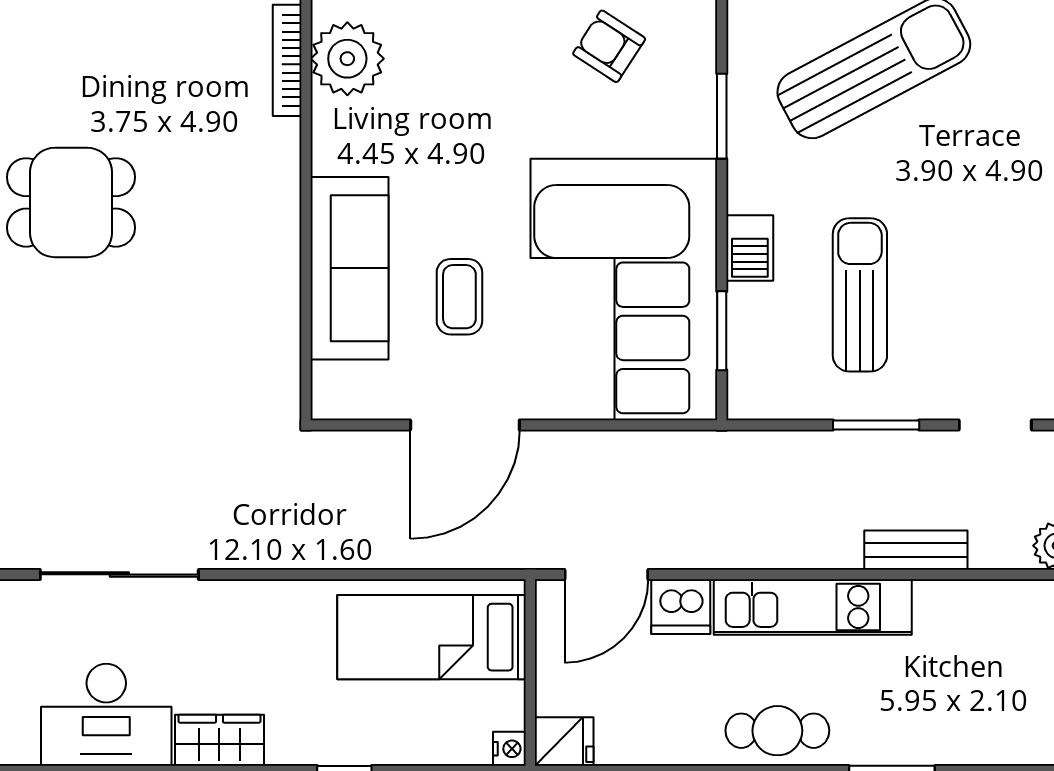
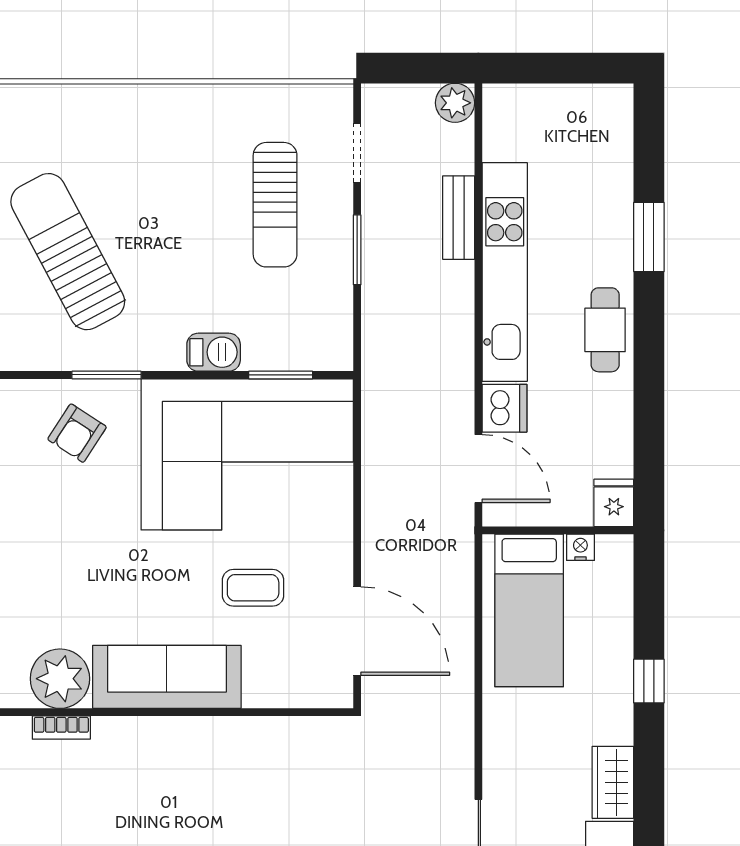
armchair: (609, 46) -> (77, 433), moved
bookcase: (287, 60) -> (61, 728), width x0.64
sofa: (350, 268) -> (167, 677), moved
sun lounger: (860, 295) -> (275, 205), moved, turned -90
door: (465, 425) -> (357, 631), moved
kitchen unit: (813, 607) -> (505, 272), width x1.36
nightstand: (509, 749) -> (580, 547), moved

